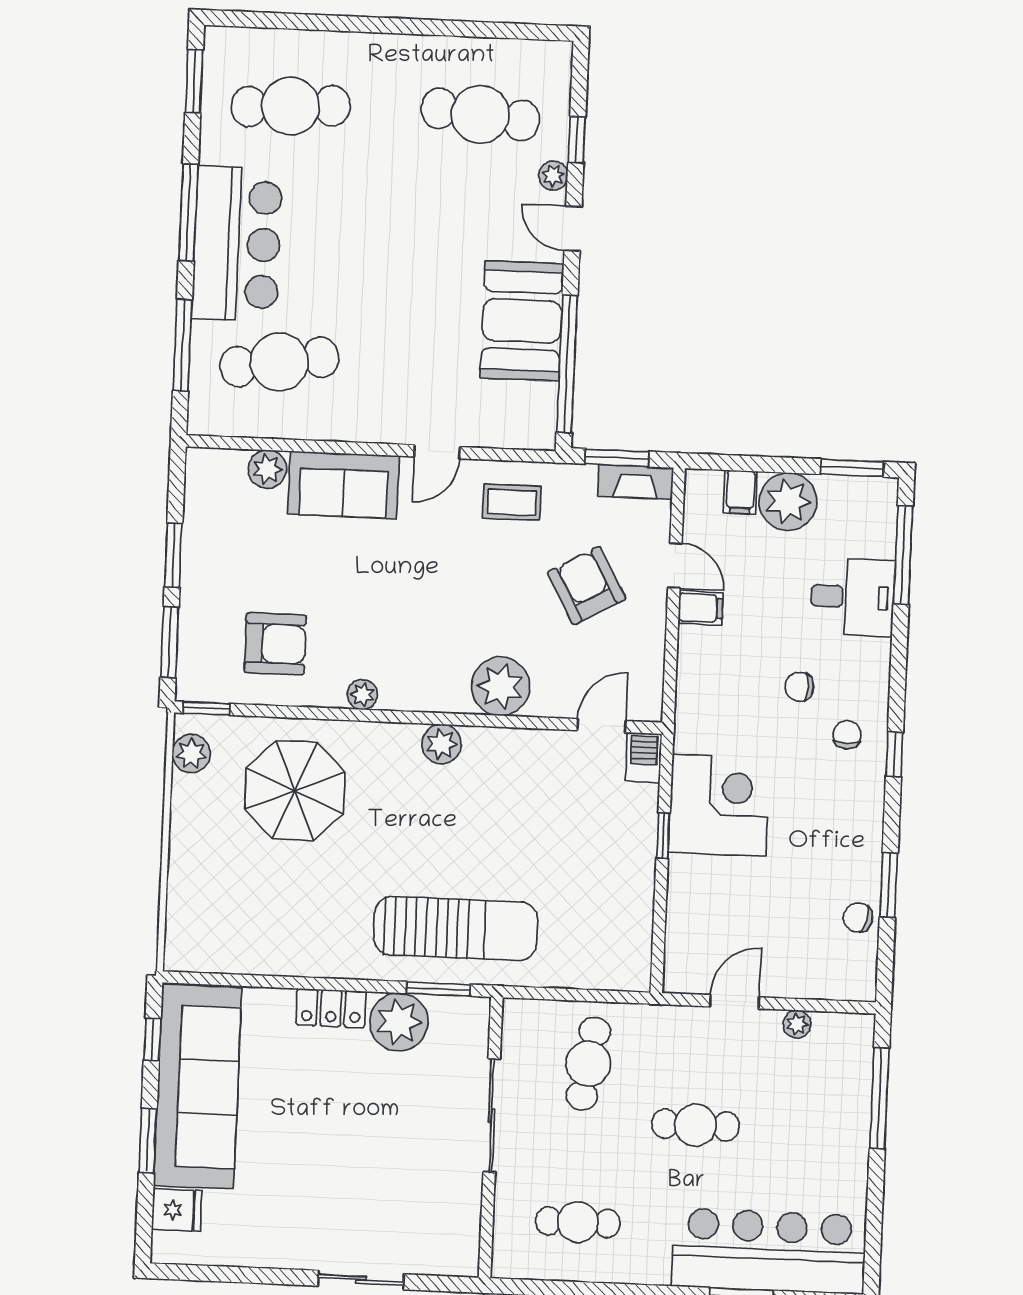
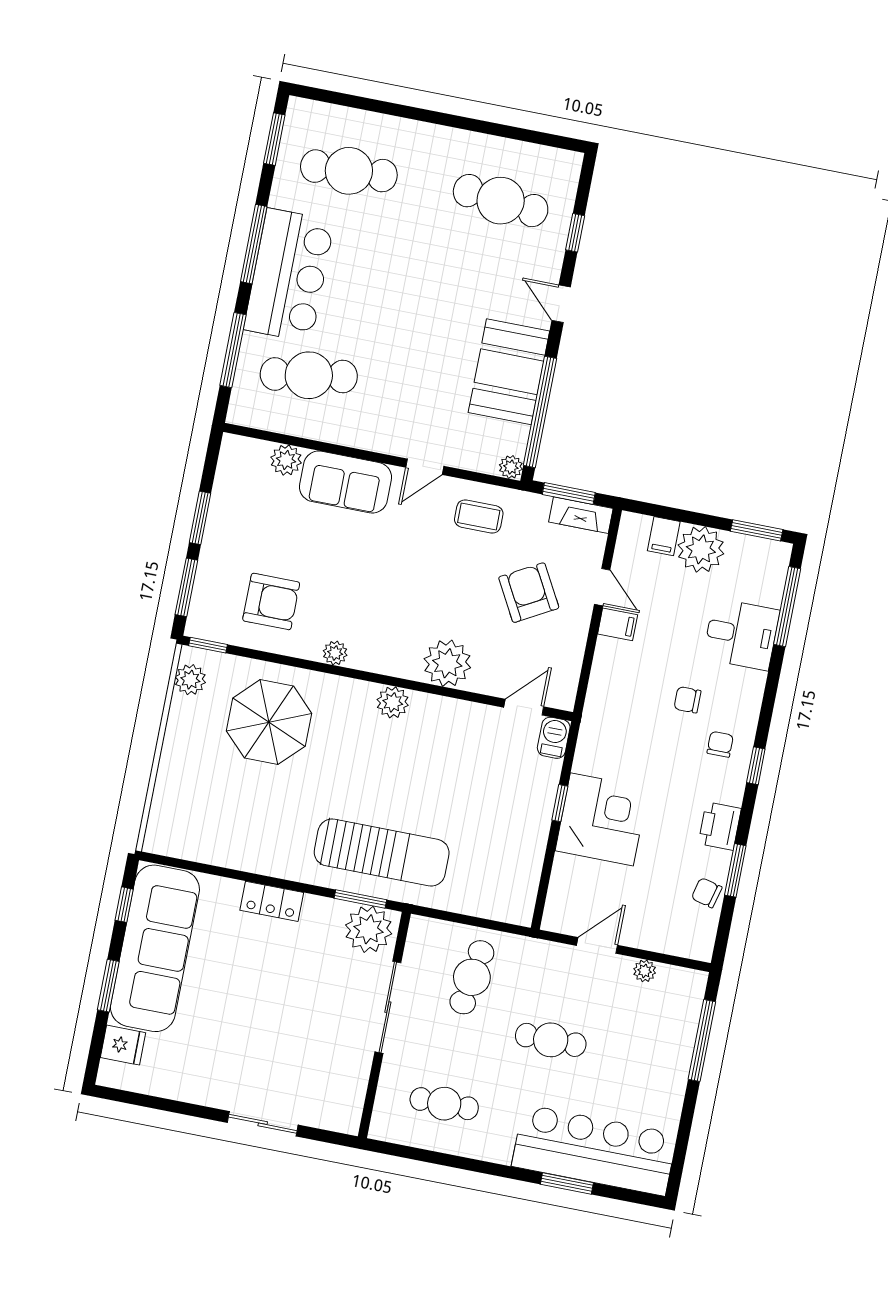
plant: (553, 176) -> (511, 467), moved
corner desk: (719, 805) -> (602, 819), moved
printer: (862, 834) -> (720, 826), added
plant: (399, 1022) -> (369, 929), moved

